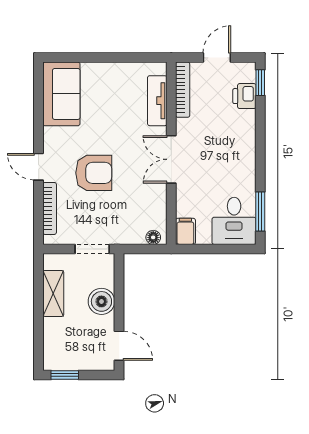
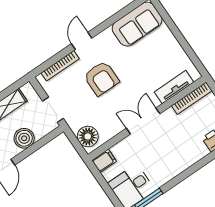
floor lamp: (153, 237) -> (88, 136), width x1.89, depth x1.89

